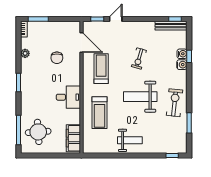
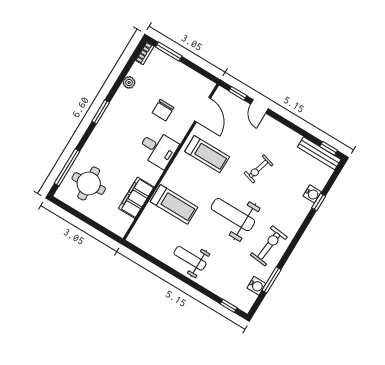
door: (116, 19) -> (259, 106), swing flipped
water cooler: (182, 65) -> (256, 286), moved
treadmill: (101, 69) -> (207, 154), turned 90
desk: (68, 97) -> (158, 149), moved
treadmill: (100, 113) -> (174, 204), turned -90
filing cabinet: (73, 138) -> (136, 198), moved
weight bench: (130, 140) -> (190, 258), turned 180

